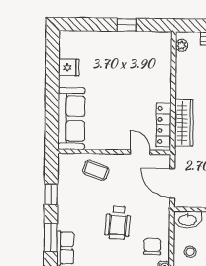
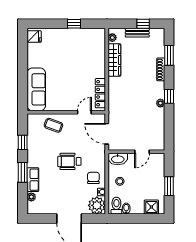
fridge: (69, 67) -> (34, 36), moved
wardrobe: (184, 123) -> (114, 60), moved
door: (140, 152) -> (84, 112), hinge flipped
wheelchair: (118, 222) -> (69, 161), turned 86

